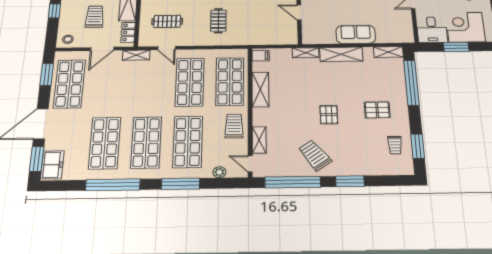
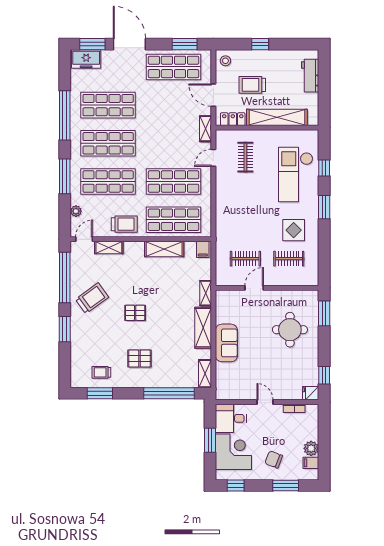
trolley: (95, 17) -> (252, 85), turned 180
clothes rail: (218, 21) -> (245, 259), moved
pallet: (377, 110) -> (139, 358), turned 90

